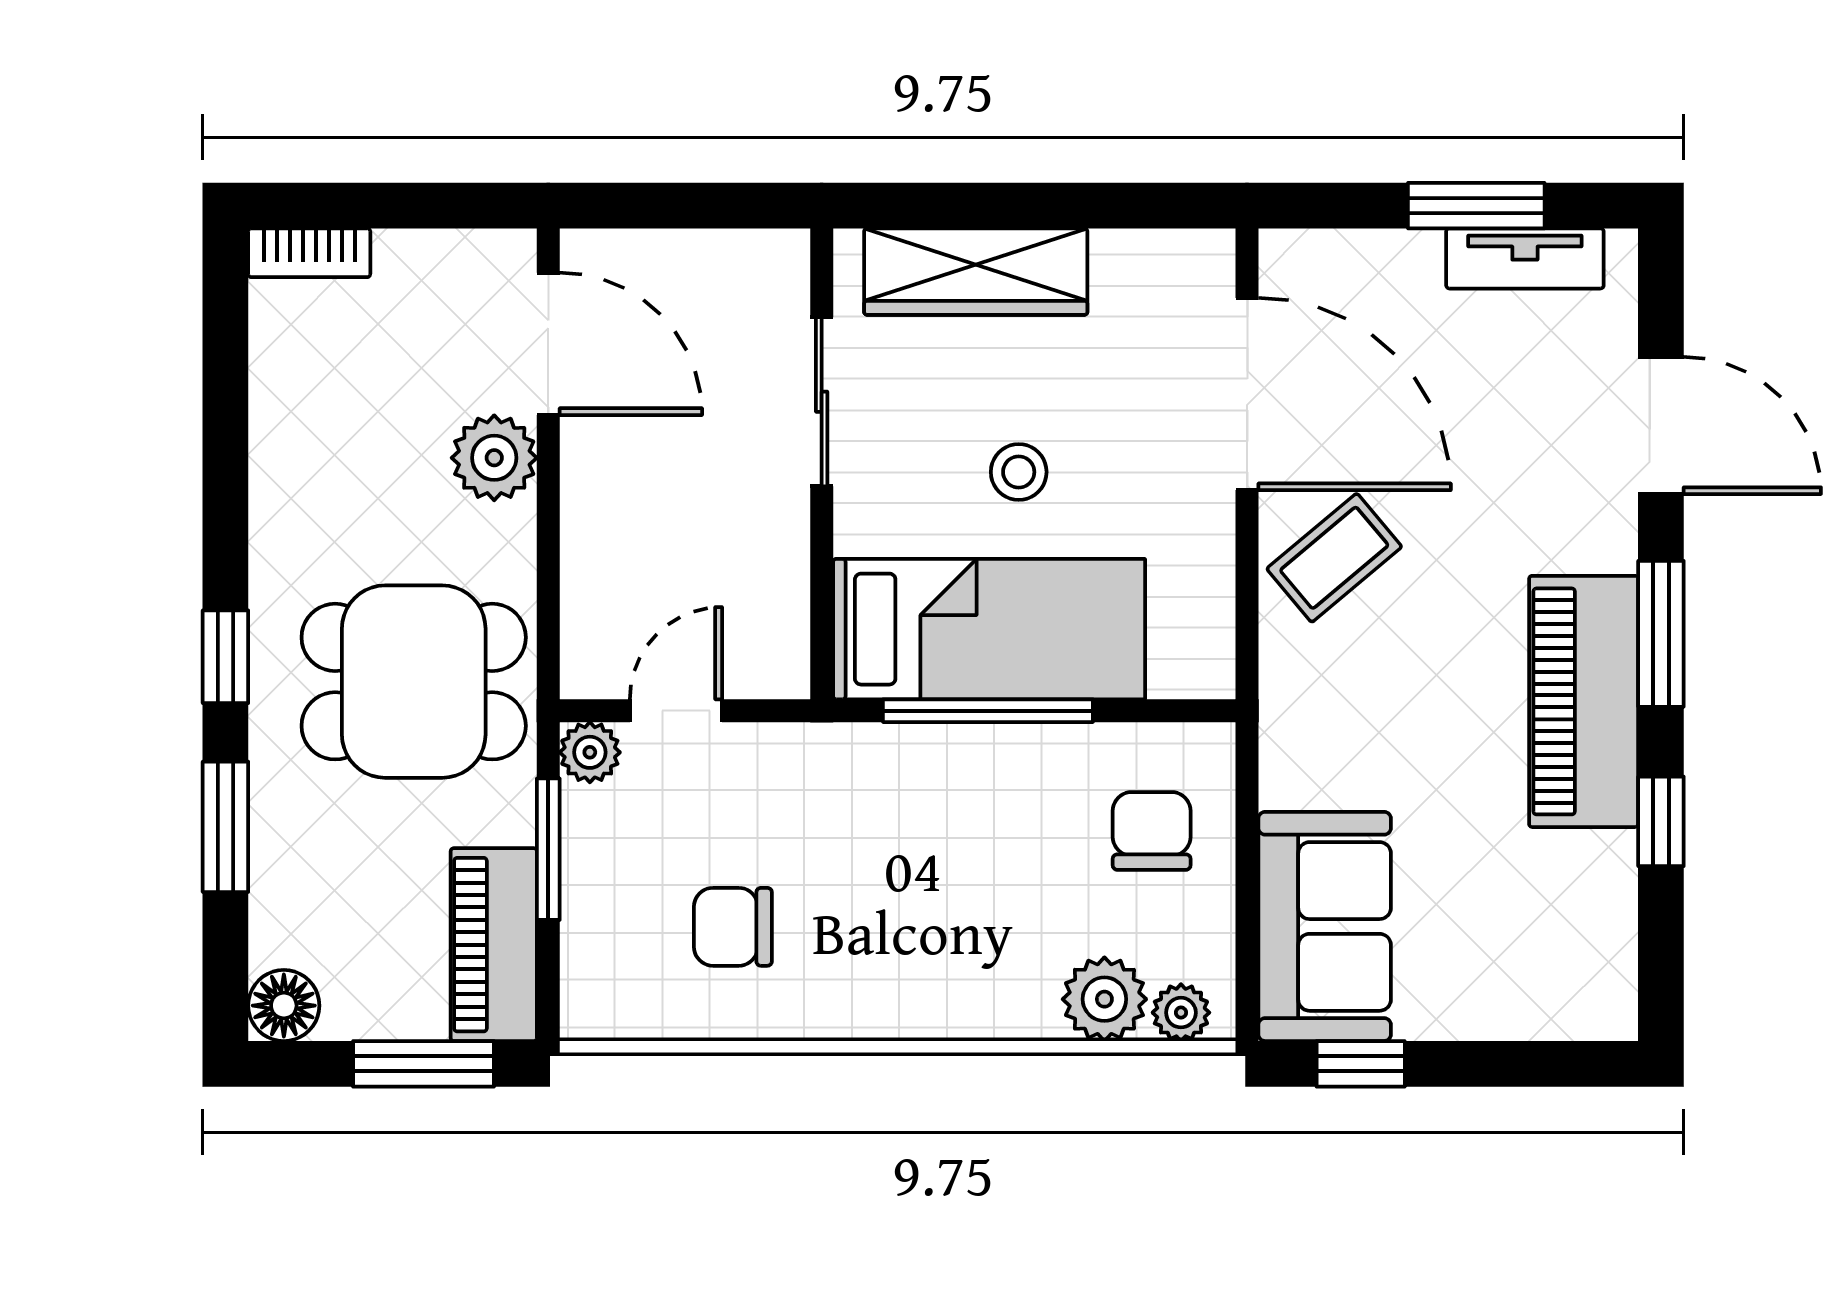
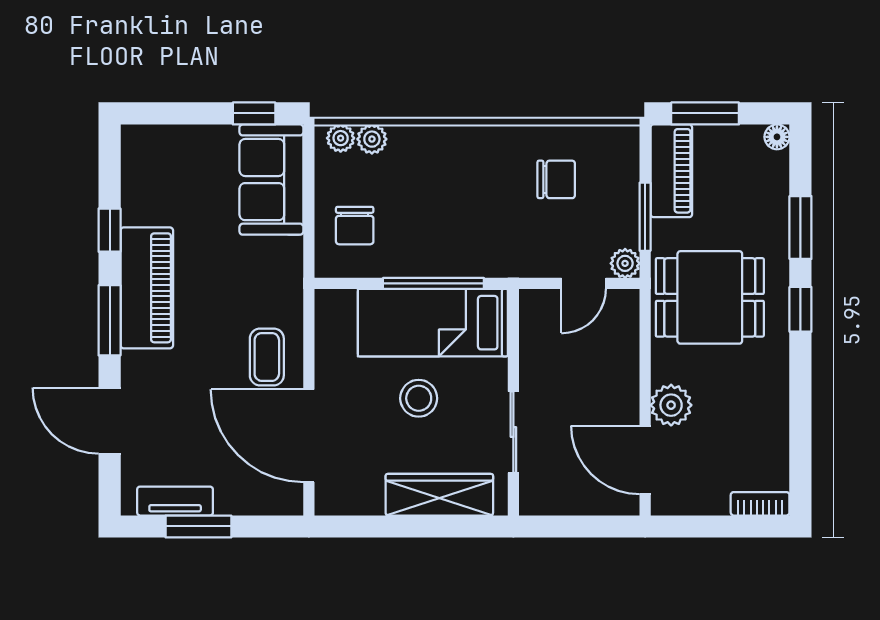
stool: (1019, 472) -> (419, 398), width x1.37, depth x1.37
coffee table: (1334, 558) -> (267, 357), turned -50
plant: (1104, 999) -> (372, 139), width x0.73, depth x0.73
floor lamp: (284, 1006) -> (777, 137), width x0.73, depth x0.73

